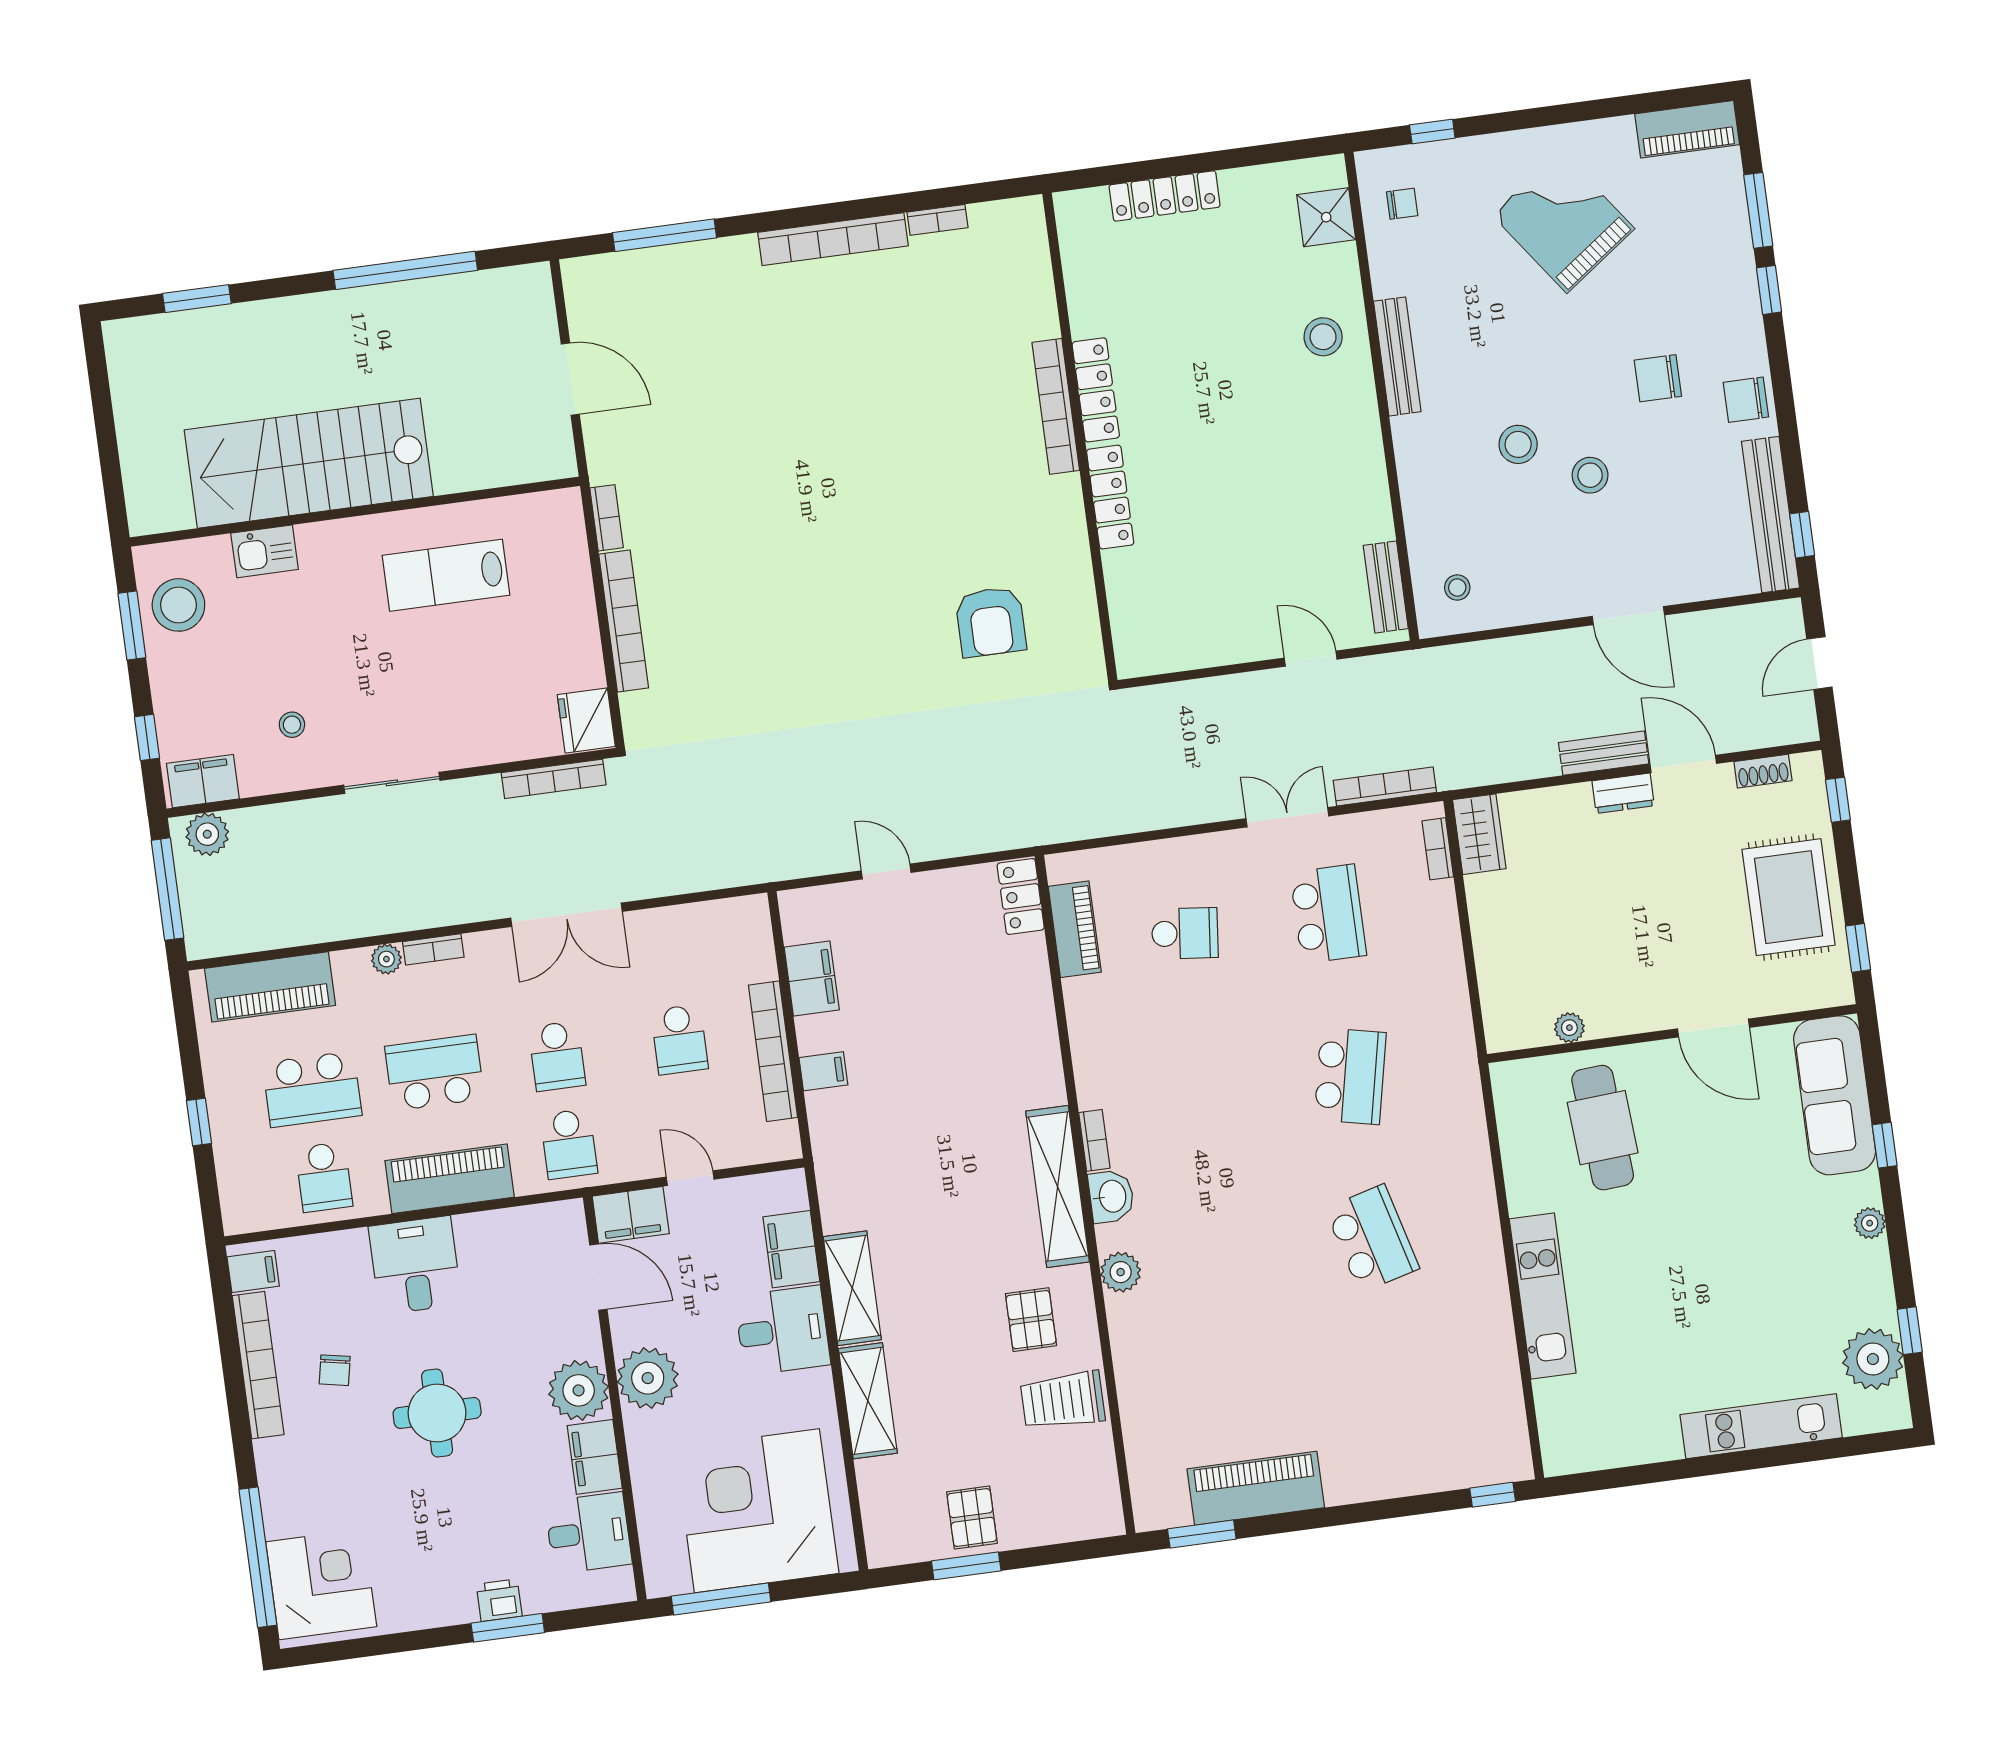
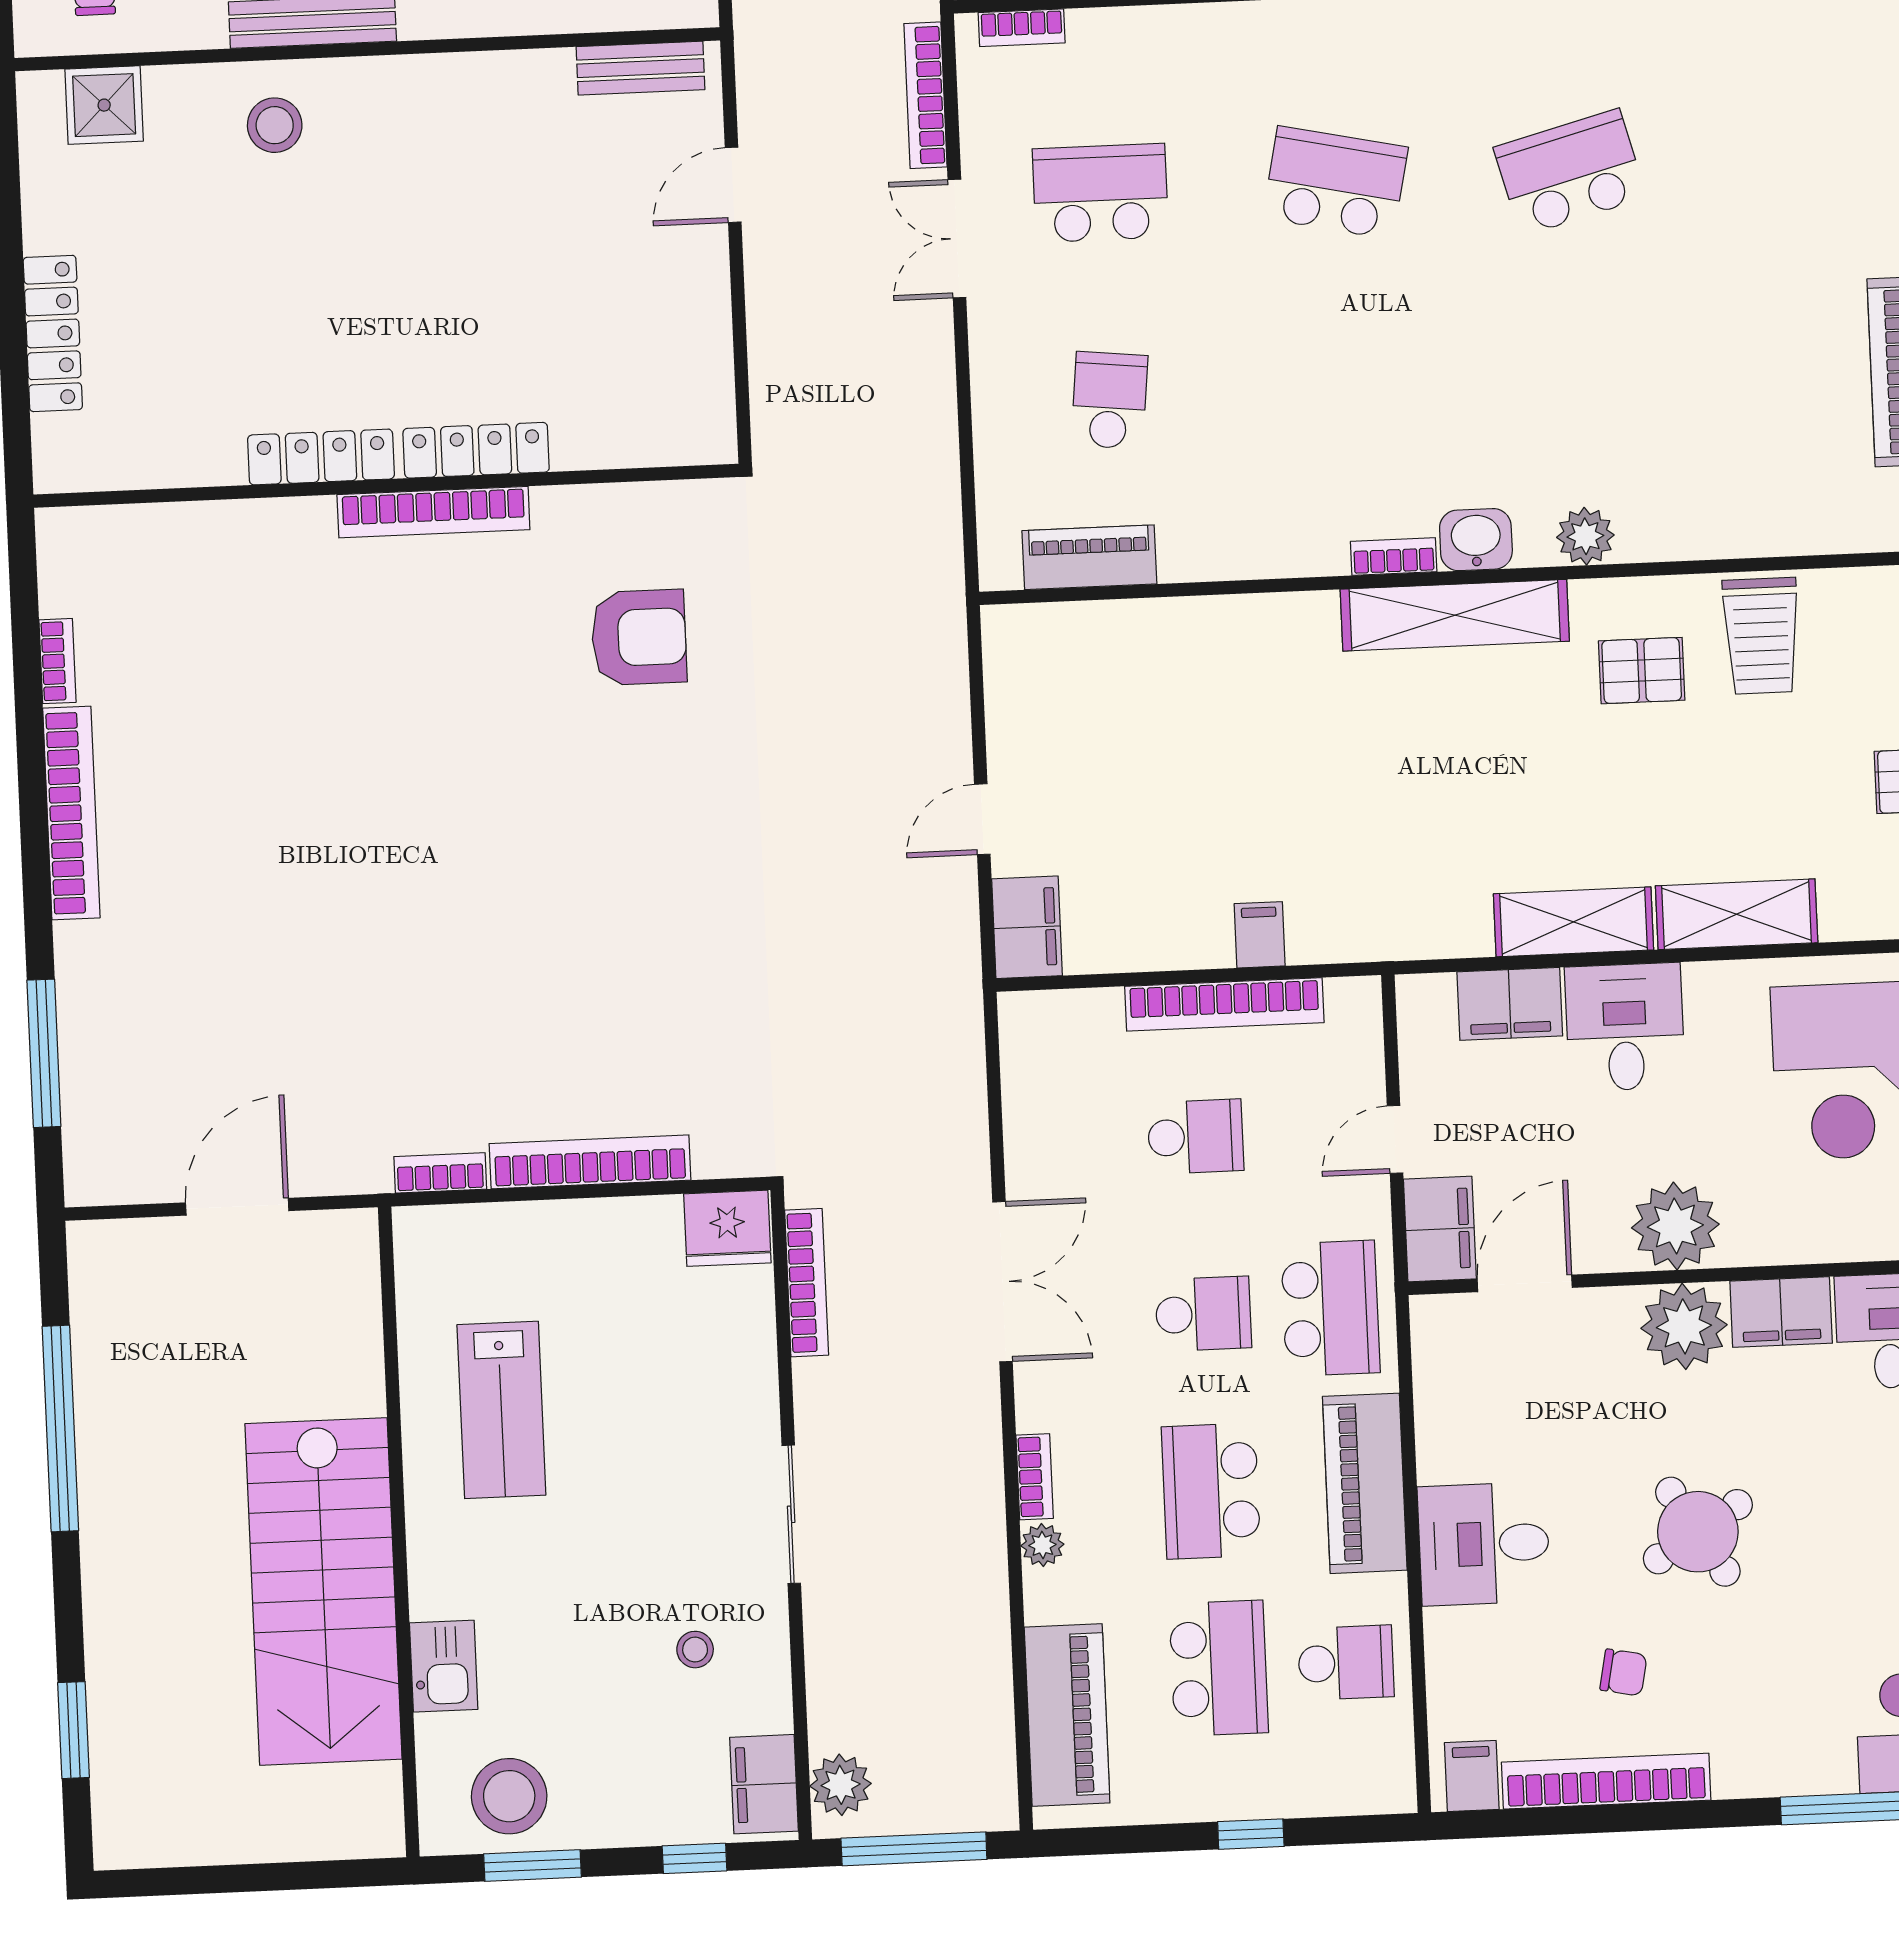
bookcase: (1056, 406) -> (433, 512), moved
locker: (1021, 896) -> (1035, 630), removed
filing cabinet: (812, 979) -> (1027, 927), moved, turned 90
school desk: (569, 1144) -> (1330, 1308), width x1.85
round table: (437, 1413) -> (1698, 1532), turned -32

